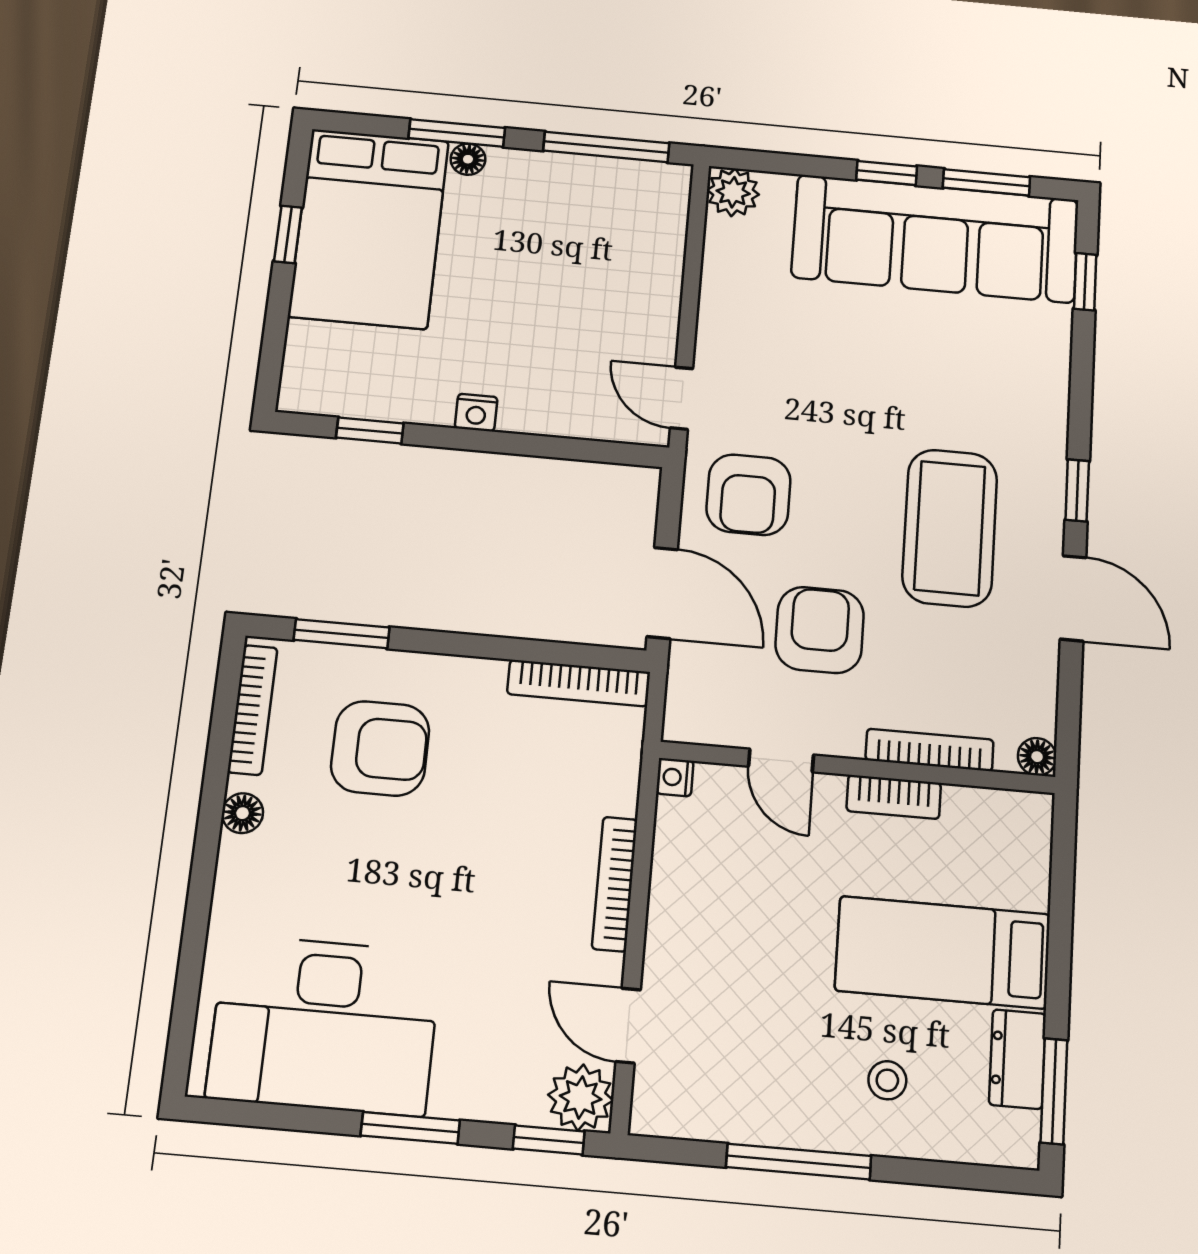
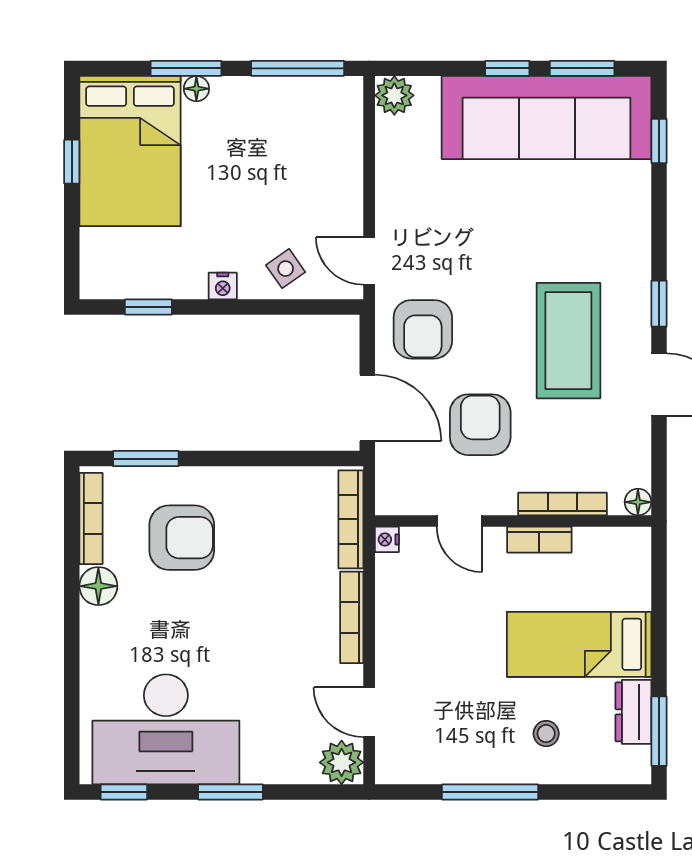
side table: (565, 398) -> (286, 269), added
bookcase: (579, 683) -> (351, 519), moved, turned 90
floor lamp: (242, 813) -> (98, 586), width x1.37, depth x1.37
window: (549, 1140) -> (124, 792), moved

